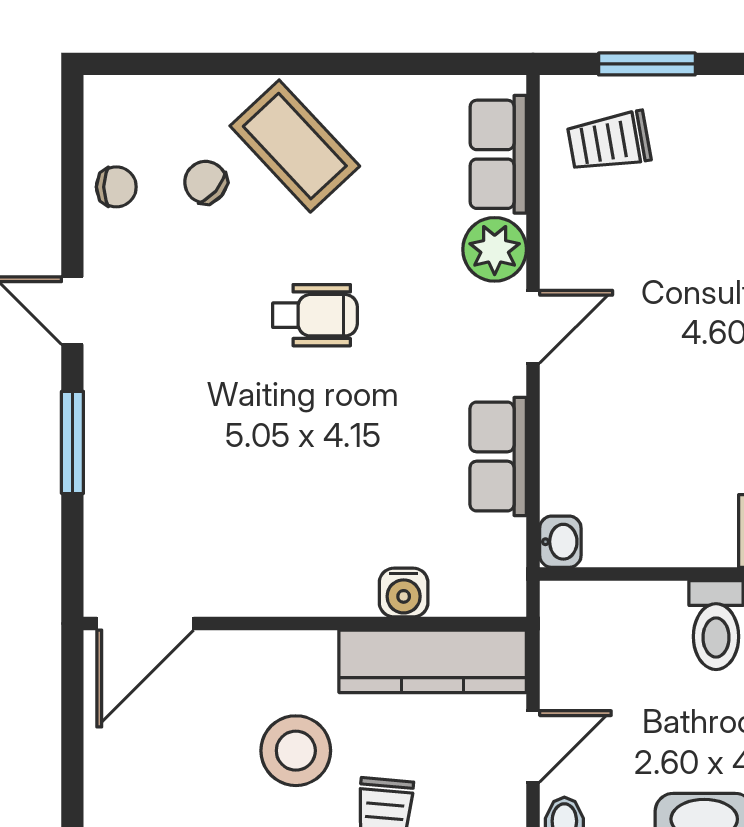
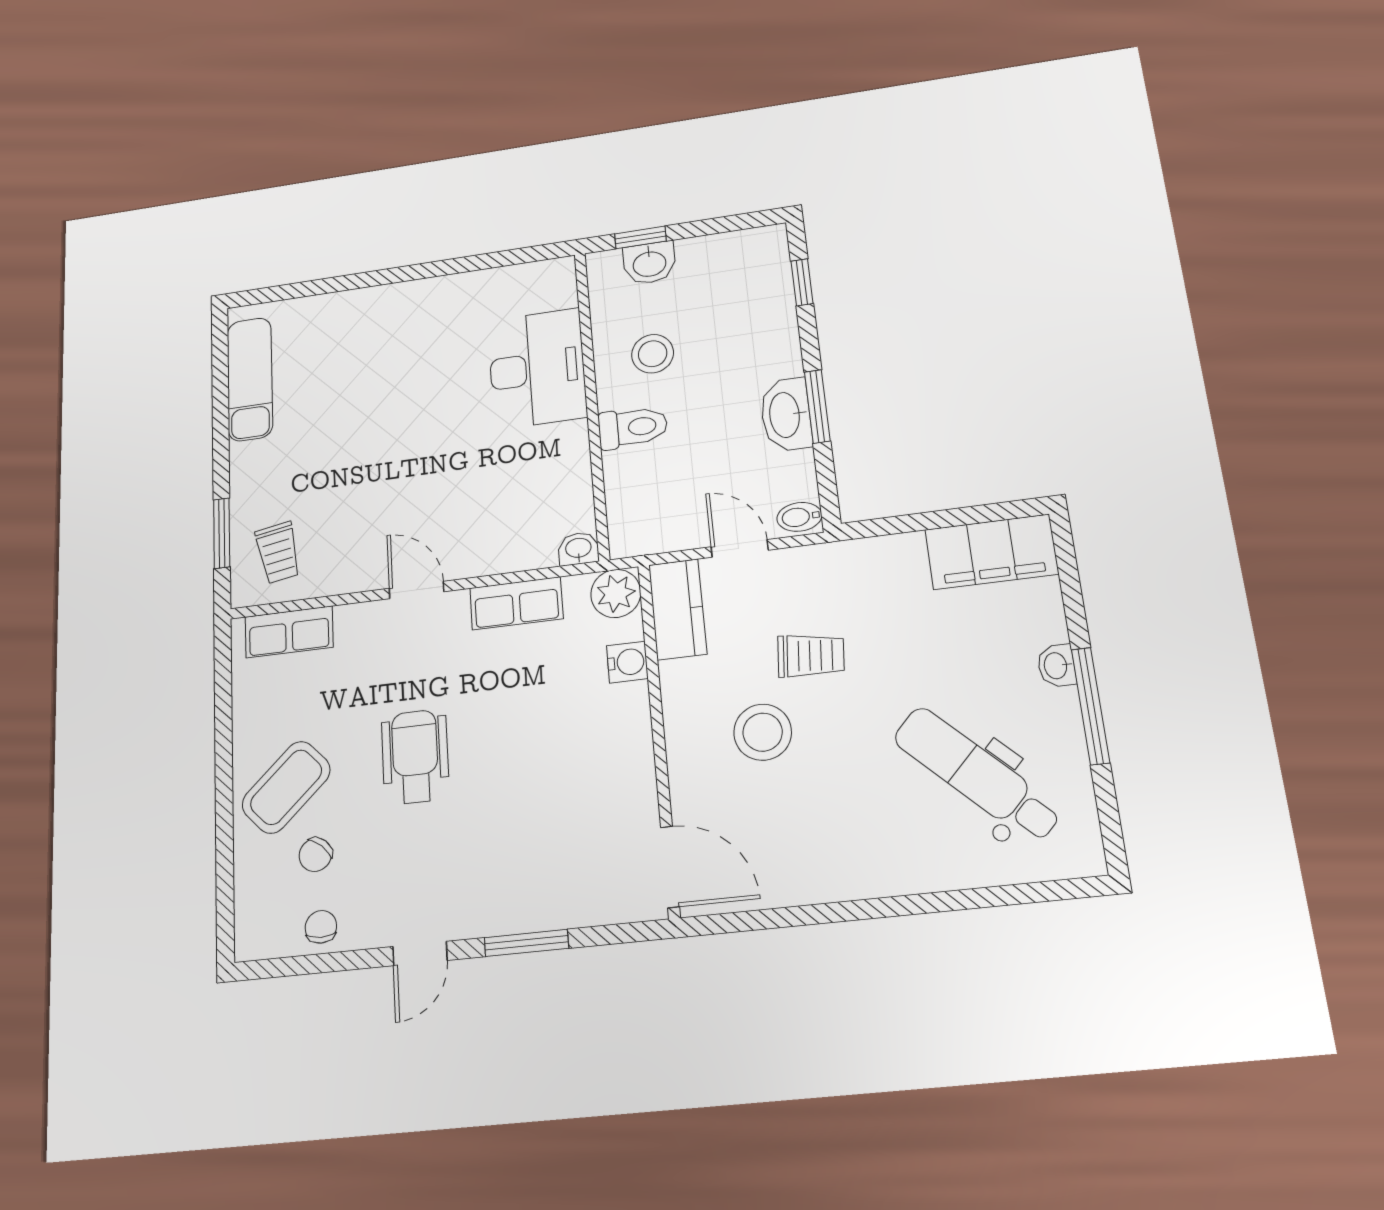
plant: (495, 249) -> (616, 593), moved
wheelchair: (315, 315) -> (415, 757), width x1.36, depth x1.37
kitchen counter: (433, 661) -> (678, 609), width x0.67

